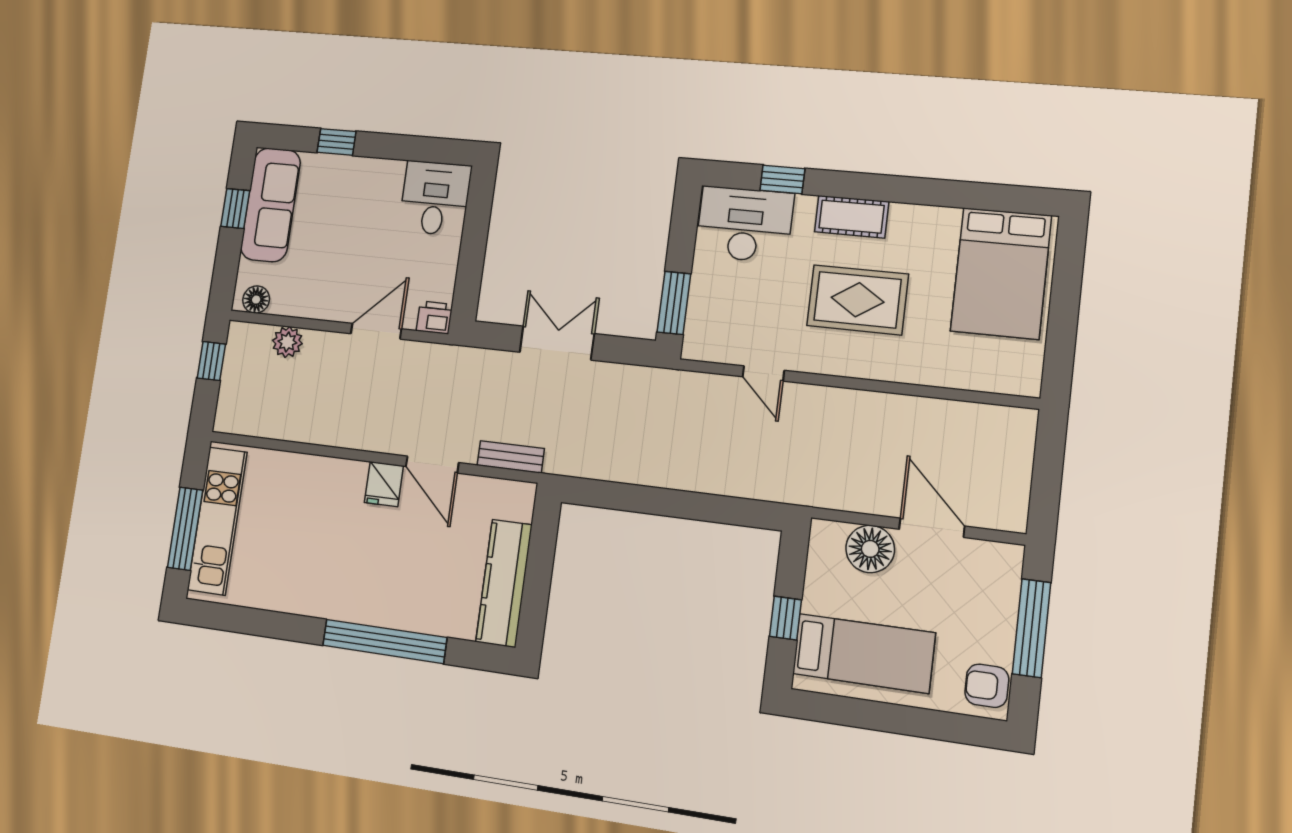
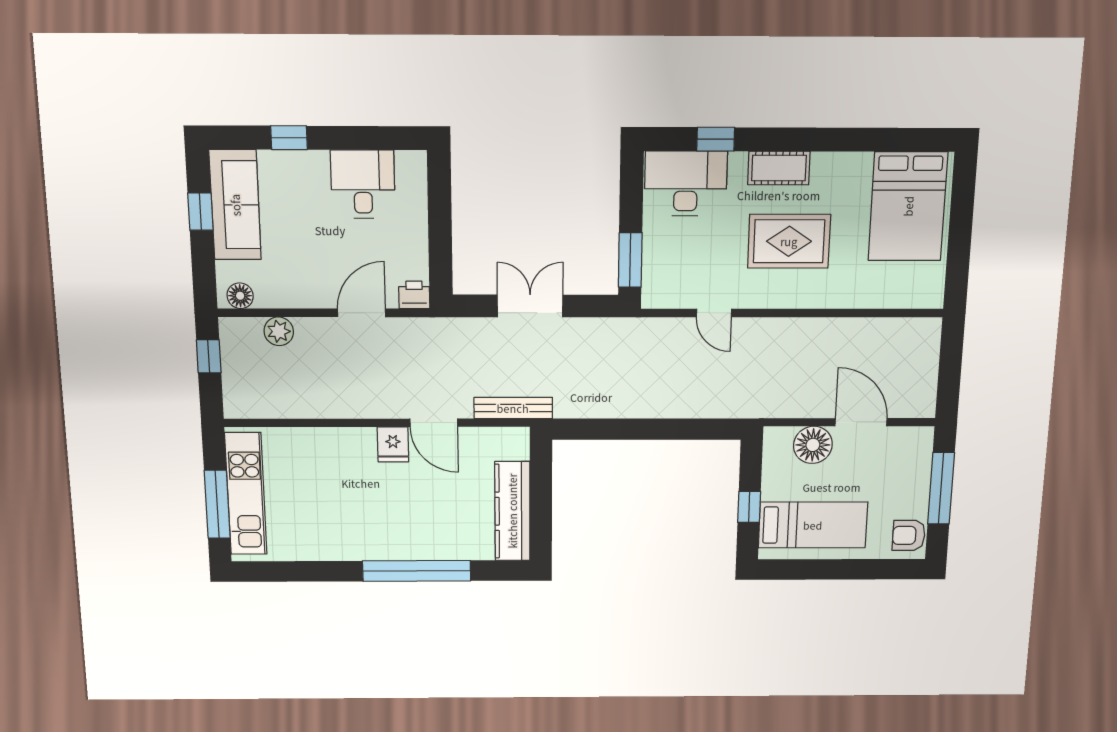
desk: (435, 198) -> (363, 184), moved
bench: (511, 457) -> (513, 408), width x1.36

